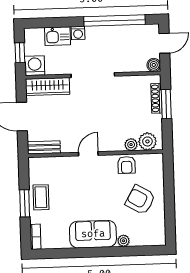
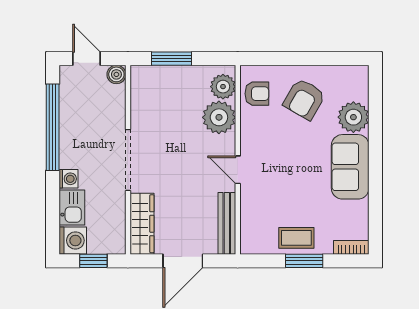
washing machine: (35, 66) -> (73, 240), moved, turned 180
shoe rack: (156, 98) -> (163, 72), removed
plant: (131, 145) -> (219, 117), width x1.88, depth x1.88
bench: (44, 147) -> (227, 223), width x1.36
armchair: (127, 165) -> (257, 94), moved
plant: (123, 241) -> (353, 117), width x1.88, depth x1.88

